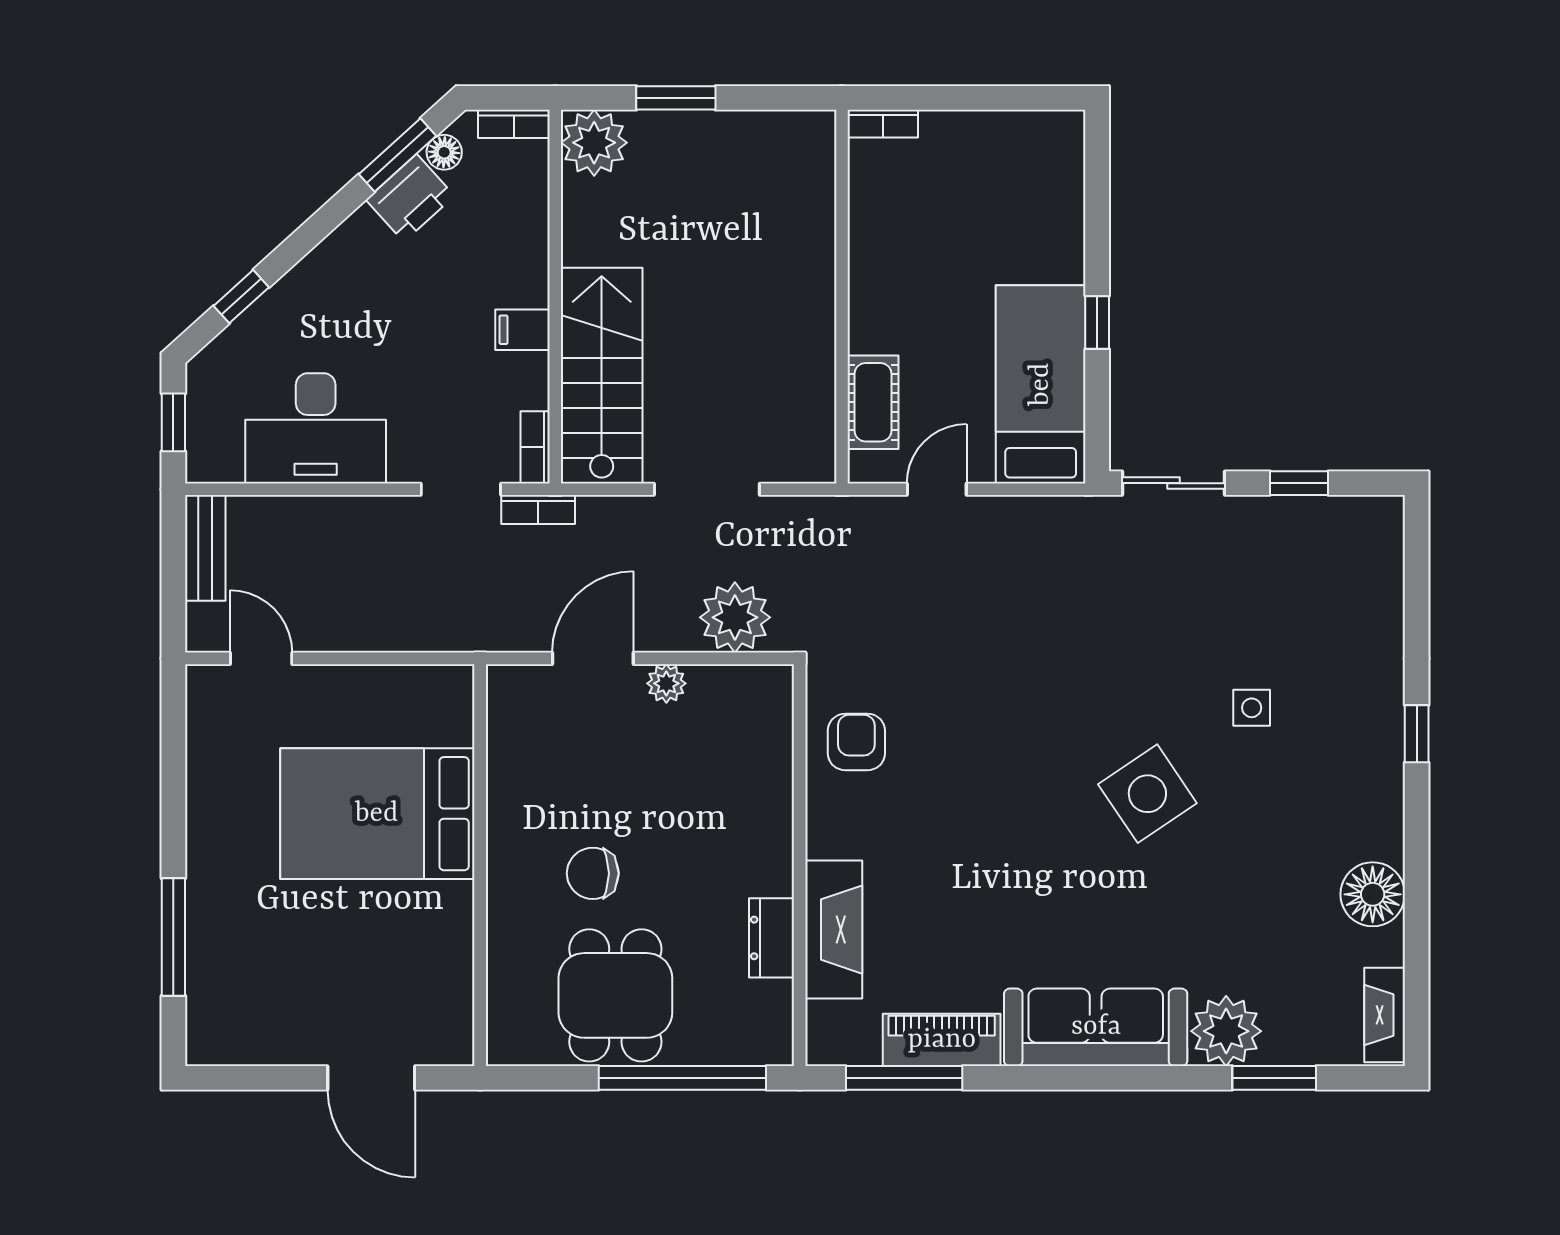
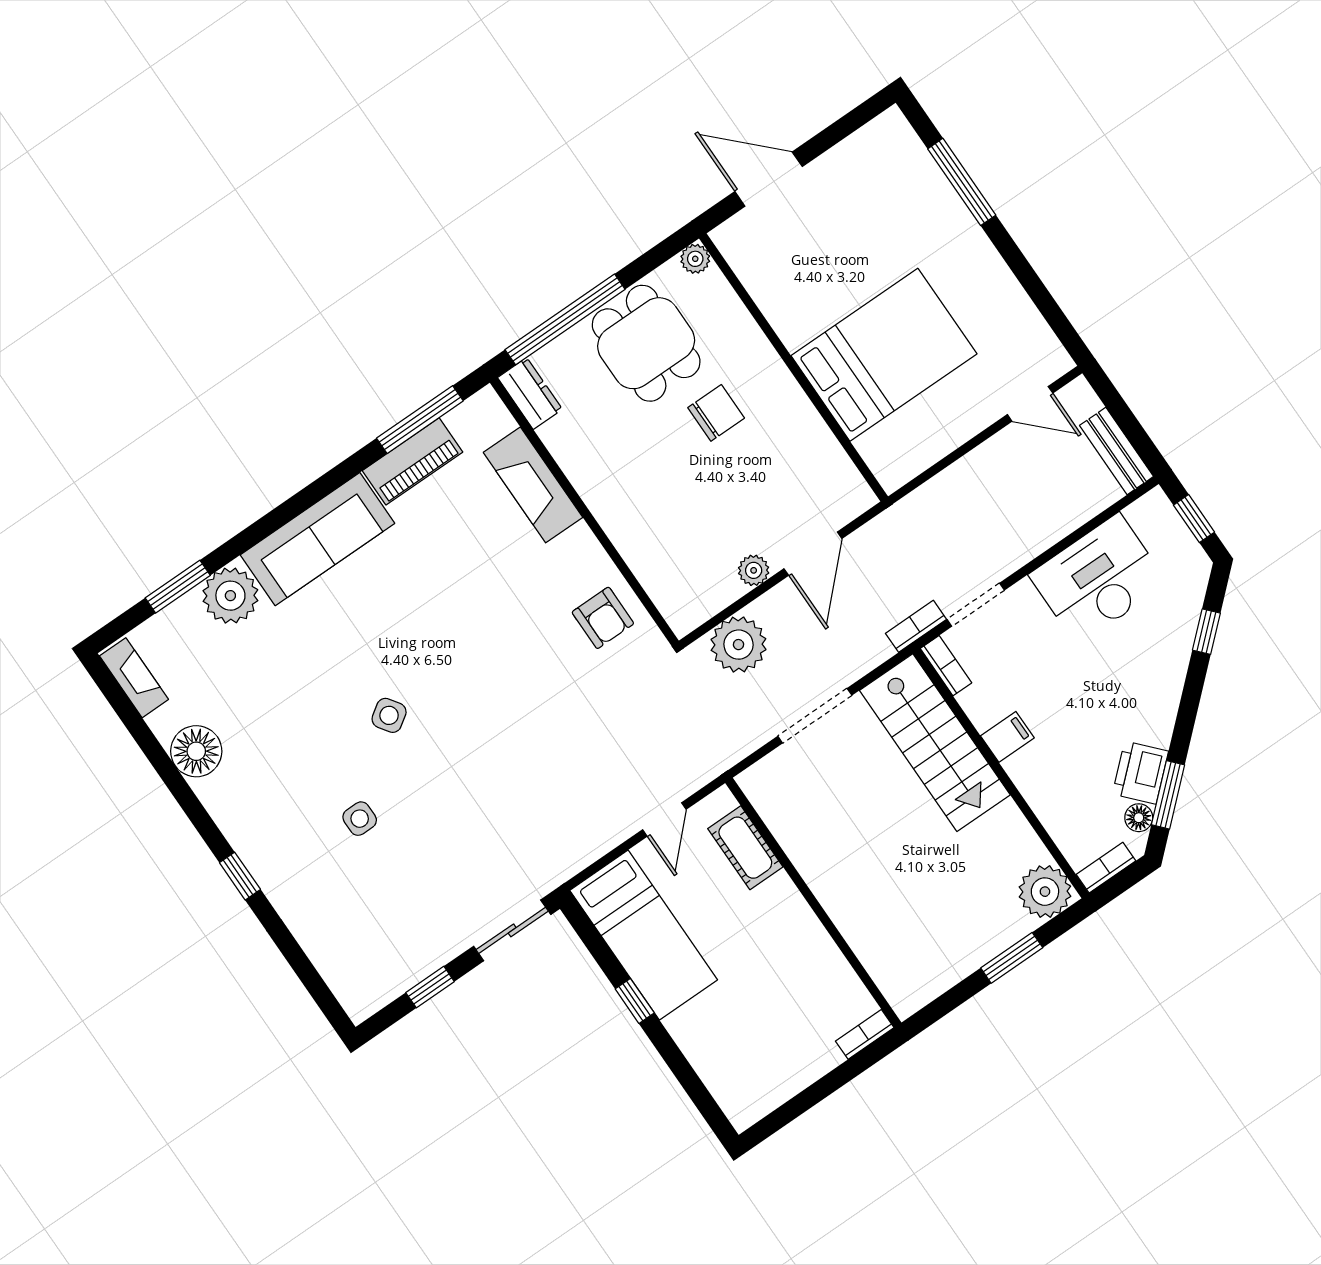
side table: (1147, 794) -> (389, 715), width x0.54, depth x0.54
dresser: (772, 938) -> (530, 393), moved
plant: (504, 1048) -> (695, 259), added

